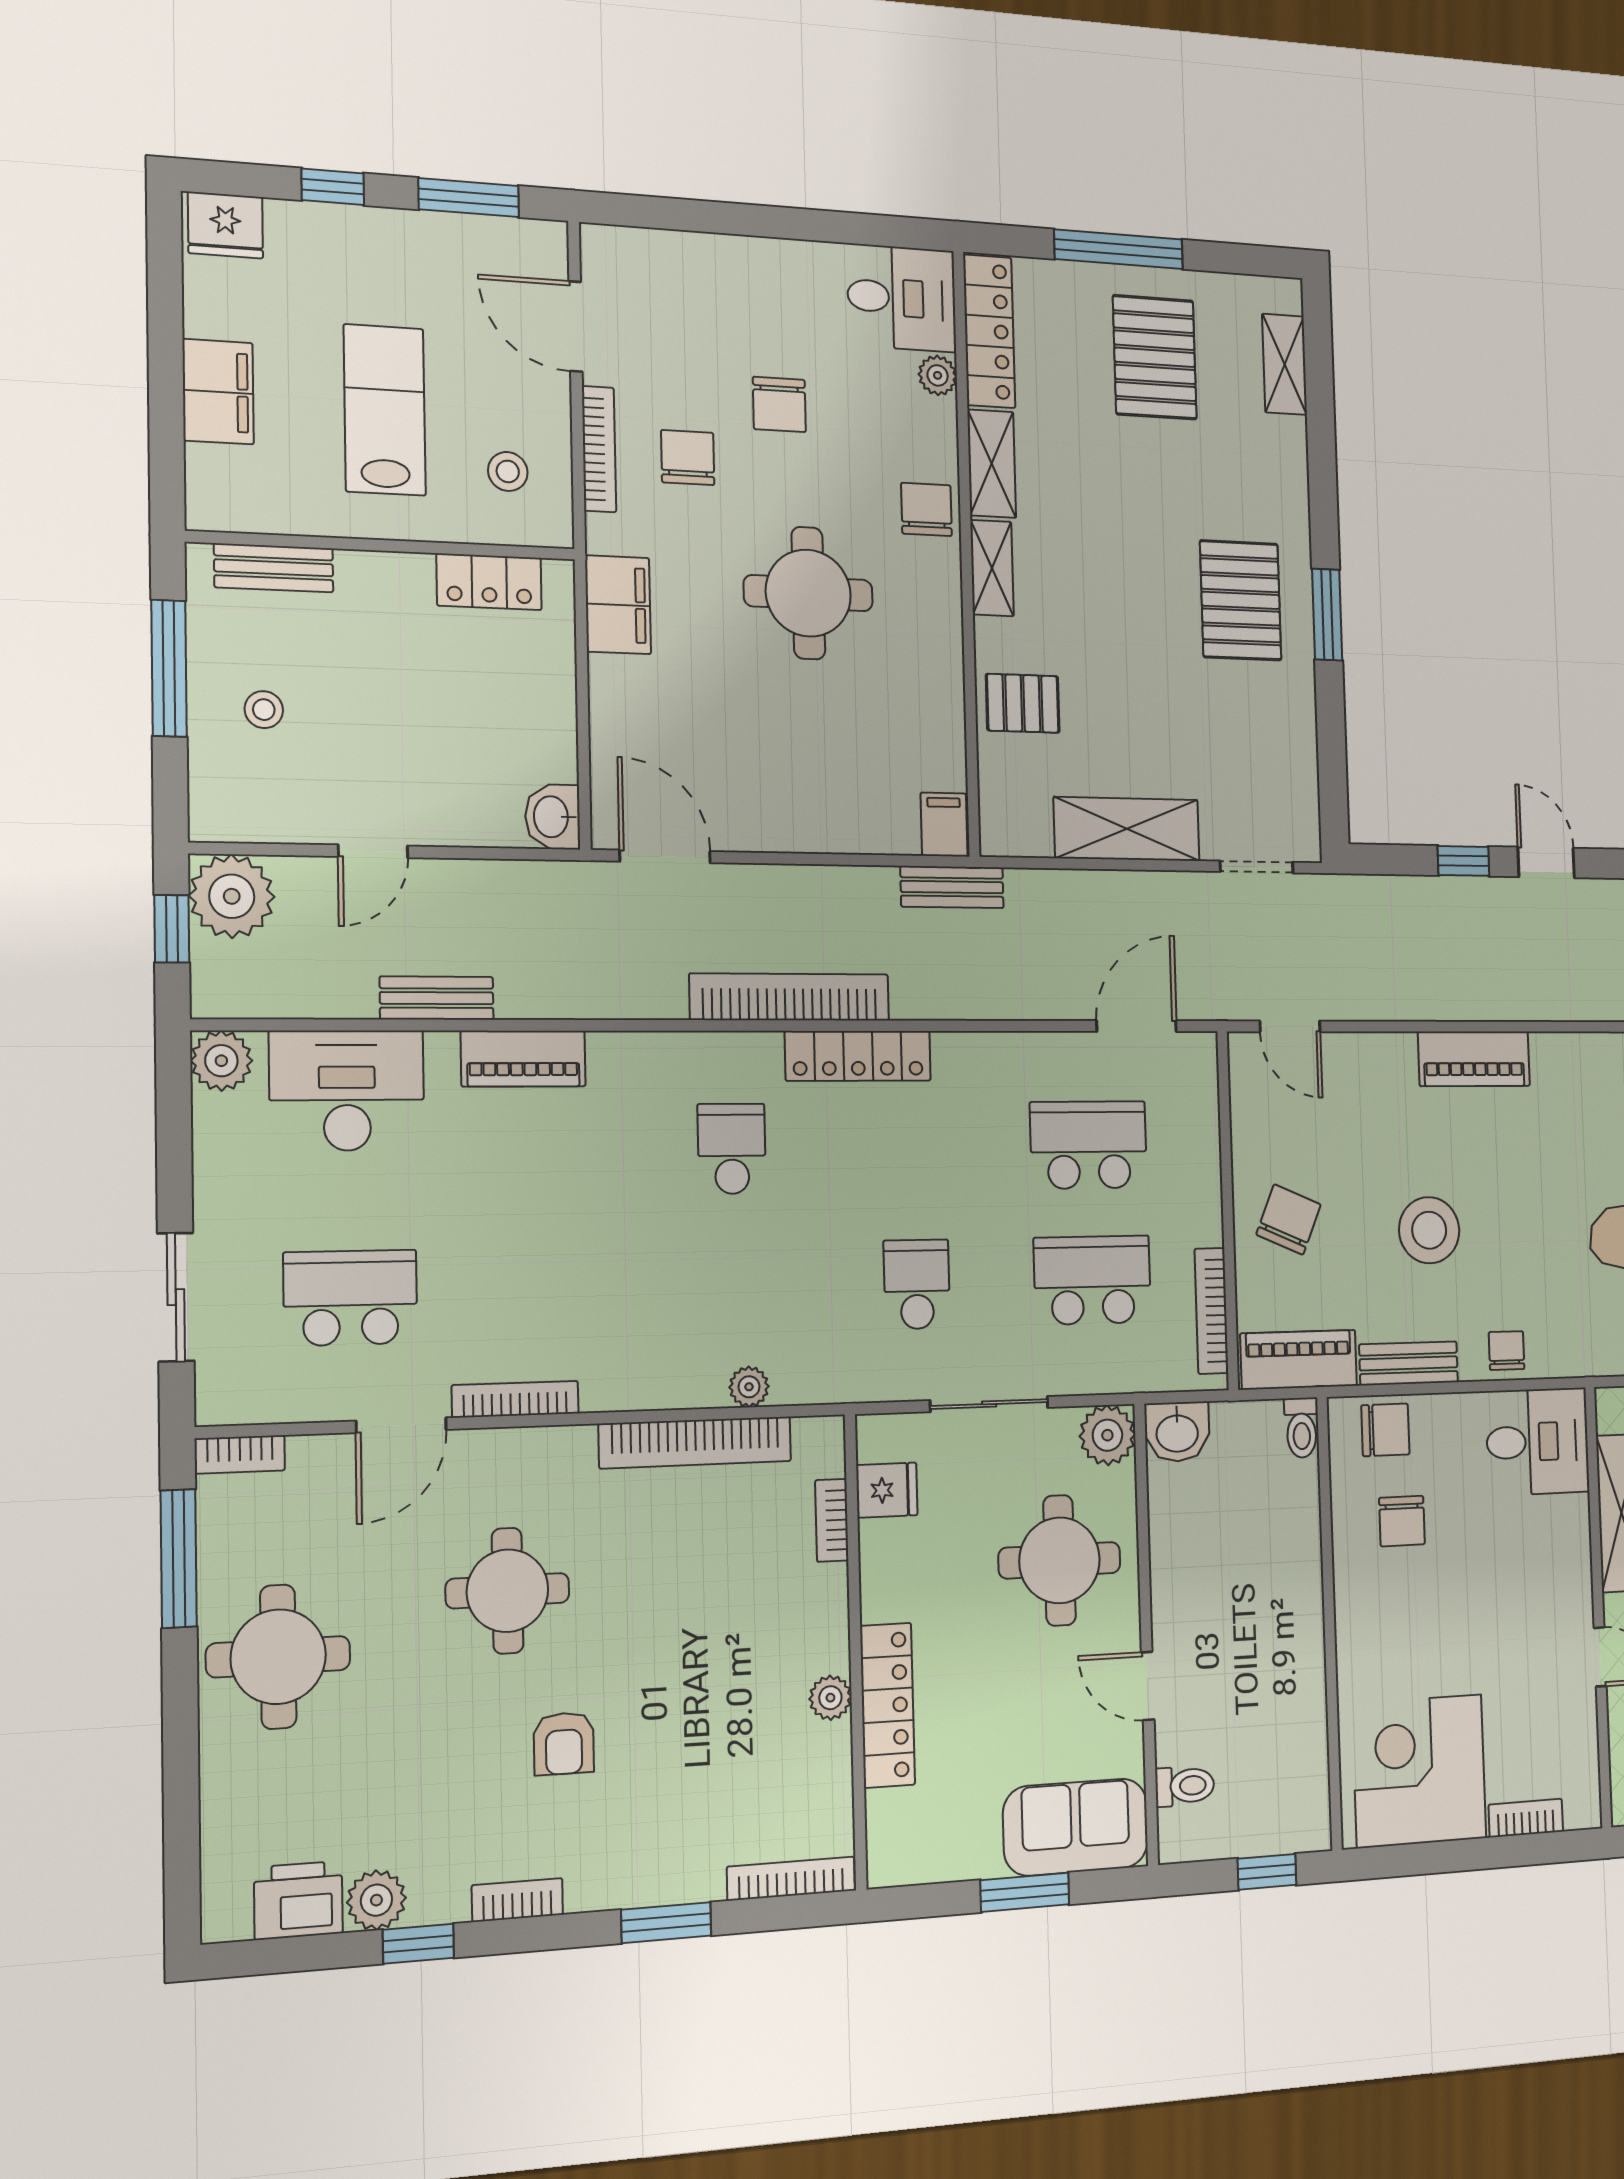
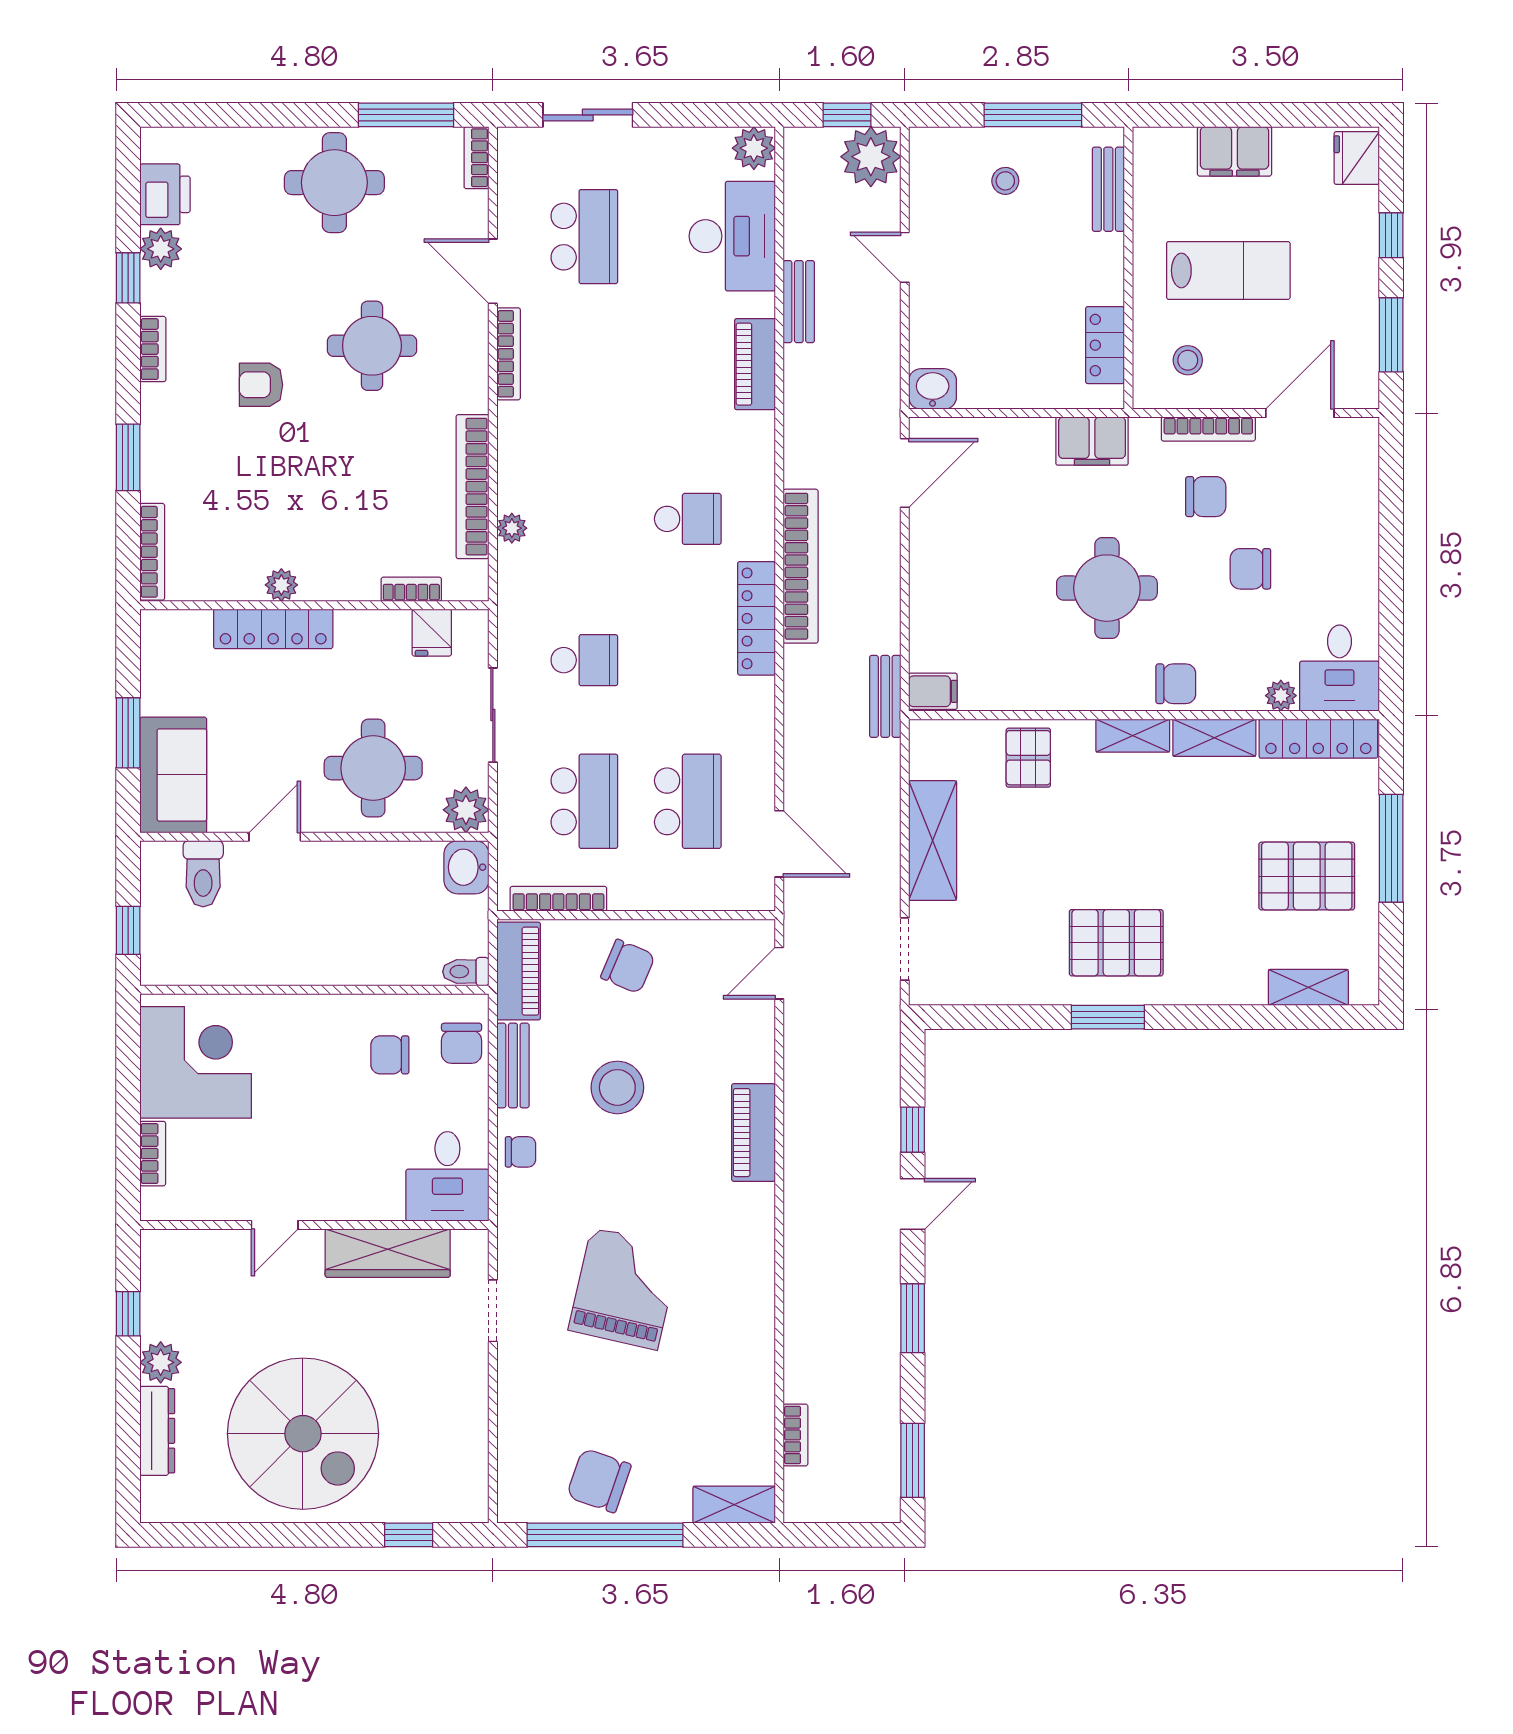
toilet: (1185, 1786) -> (203, 874), width x1.37, depth x1.39

